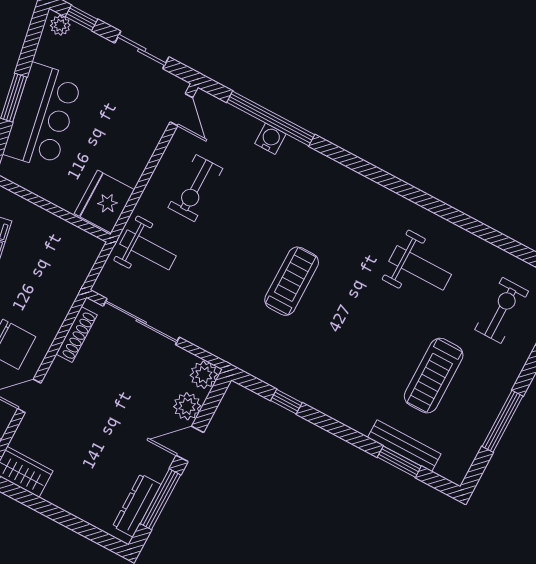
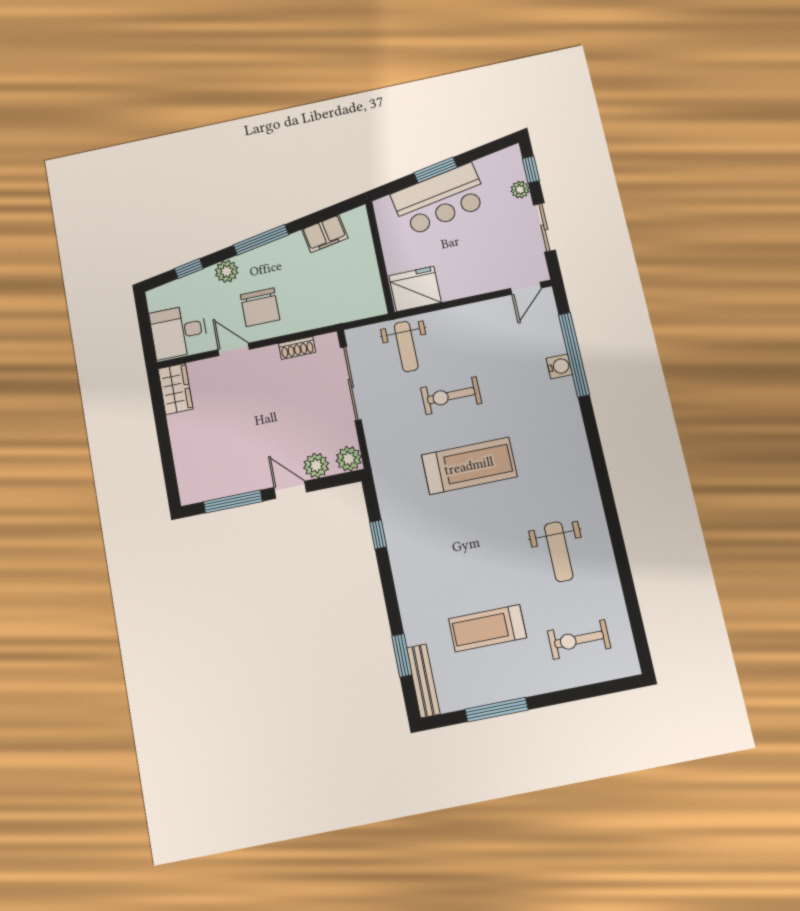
plant: (60, 25) -> (520, 190), moved
exercise bike: (195, 188) -> (451, 396), moved
treadmill: (292, 281) -> (469, 466), width x1.37, depth x1.38
exercise bike: (502, 310) -> (579, 639), turned 180
shoe rack: (77, 334) -> (297, 348), width x0.70
bench: (404, 446) -> (423, 681), moved
dresser: (137, 505) -> (215, 488), removed

